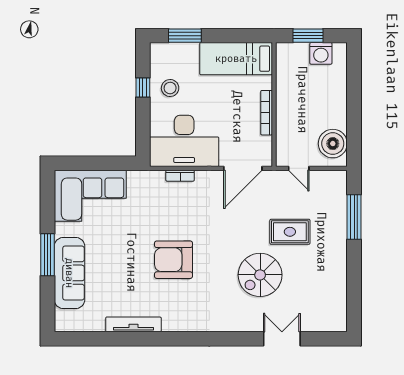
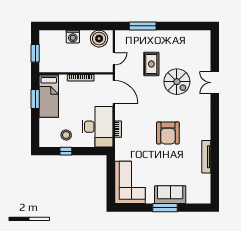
window: (185, 36) -> (35, 99), moved
washing machine: (321, 53) -> (73, 37), moved, turned 90
sofa: (69, 273) -> (170, 195), width x0.73
double door: (282, 339) -> (215, 83), moved

